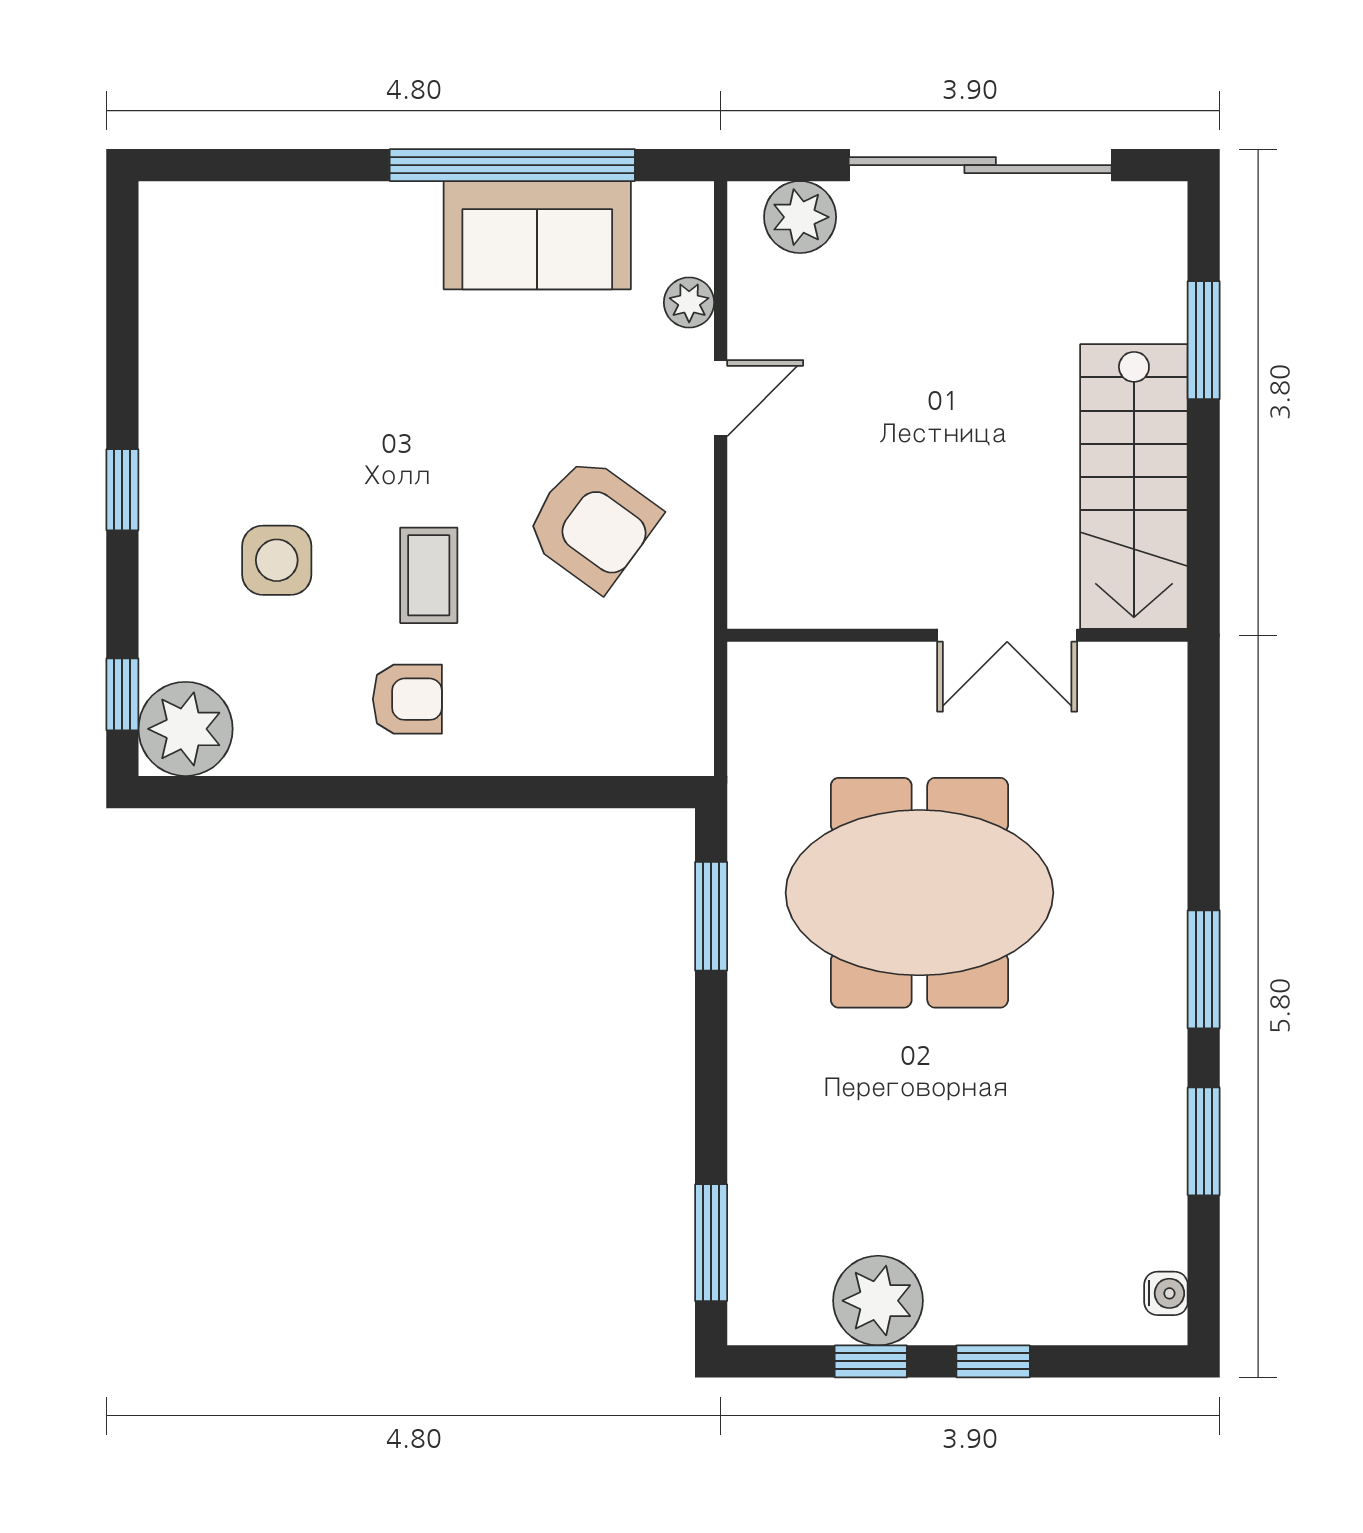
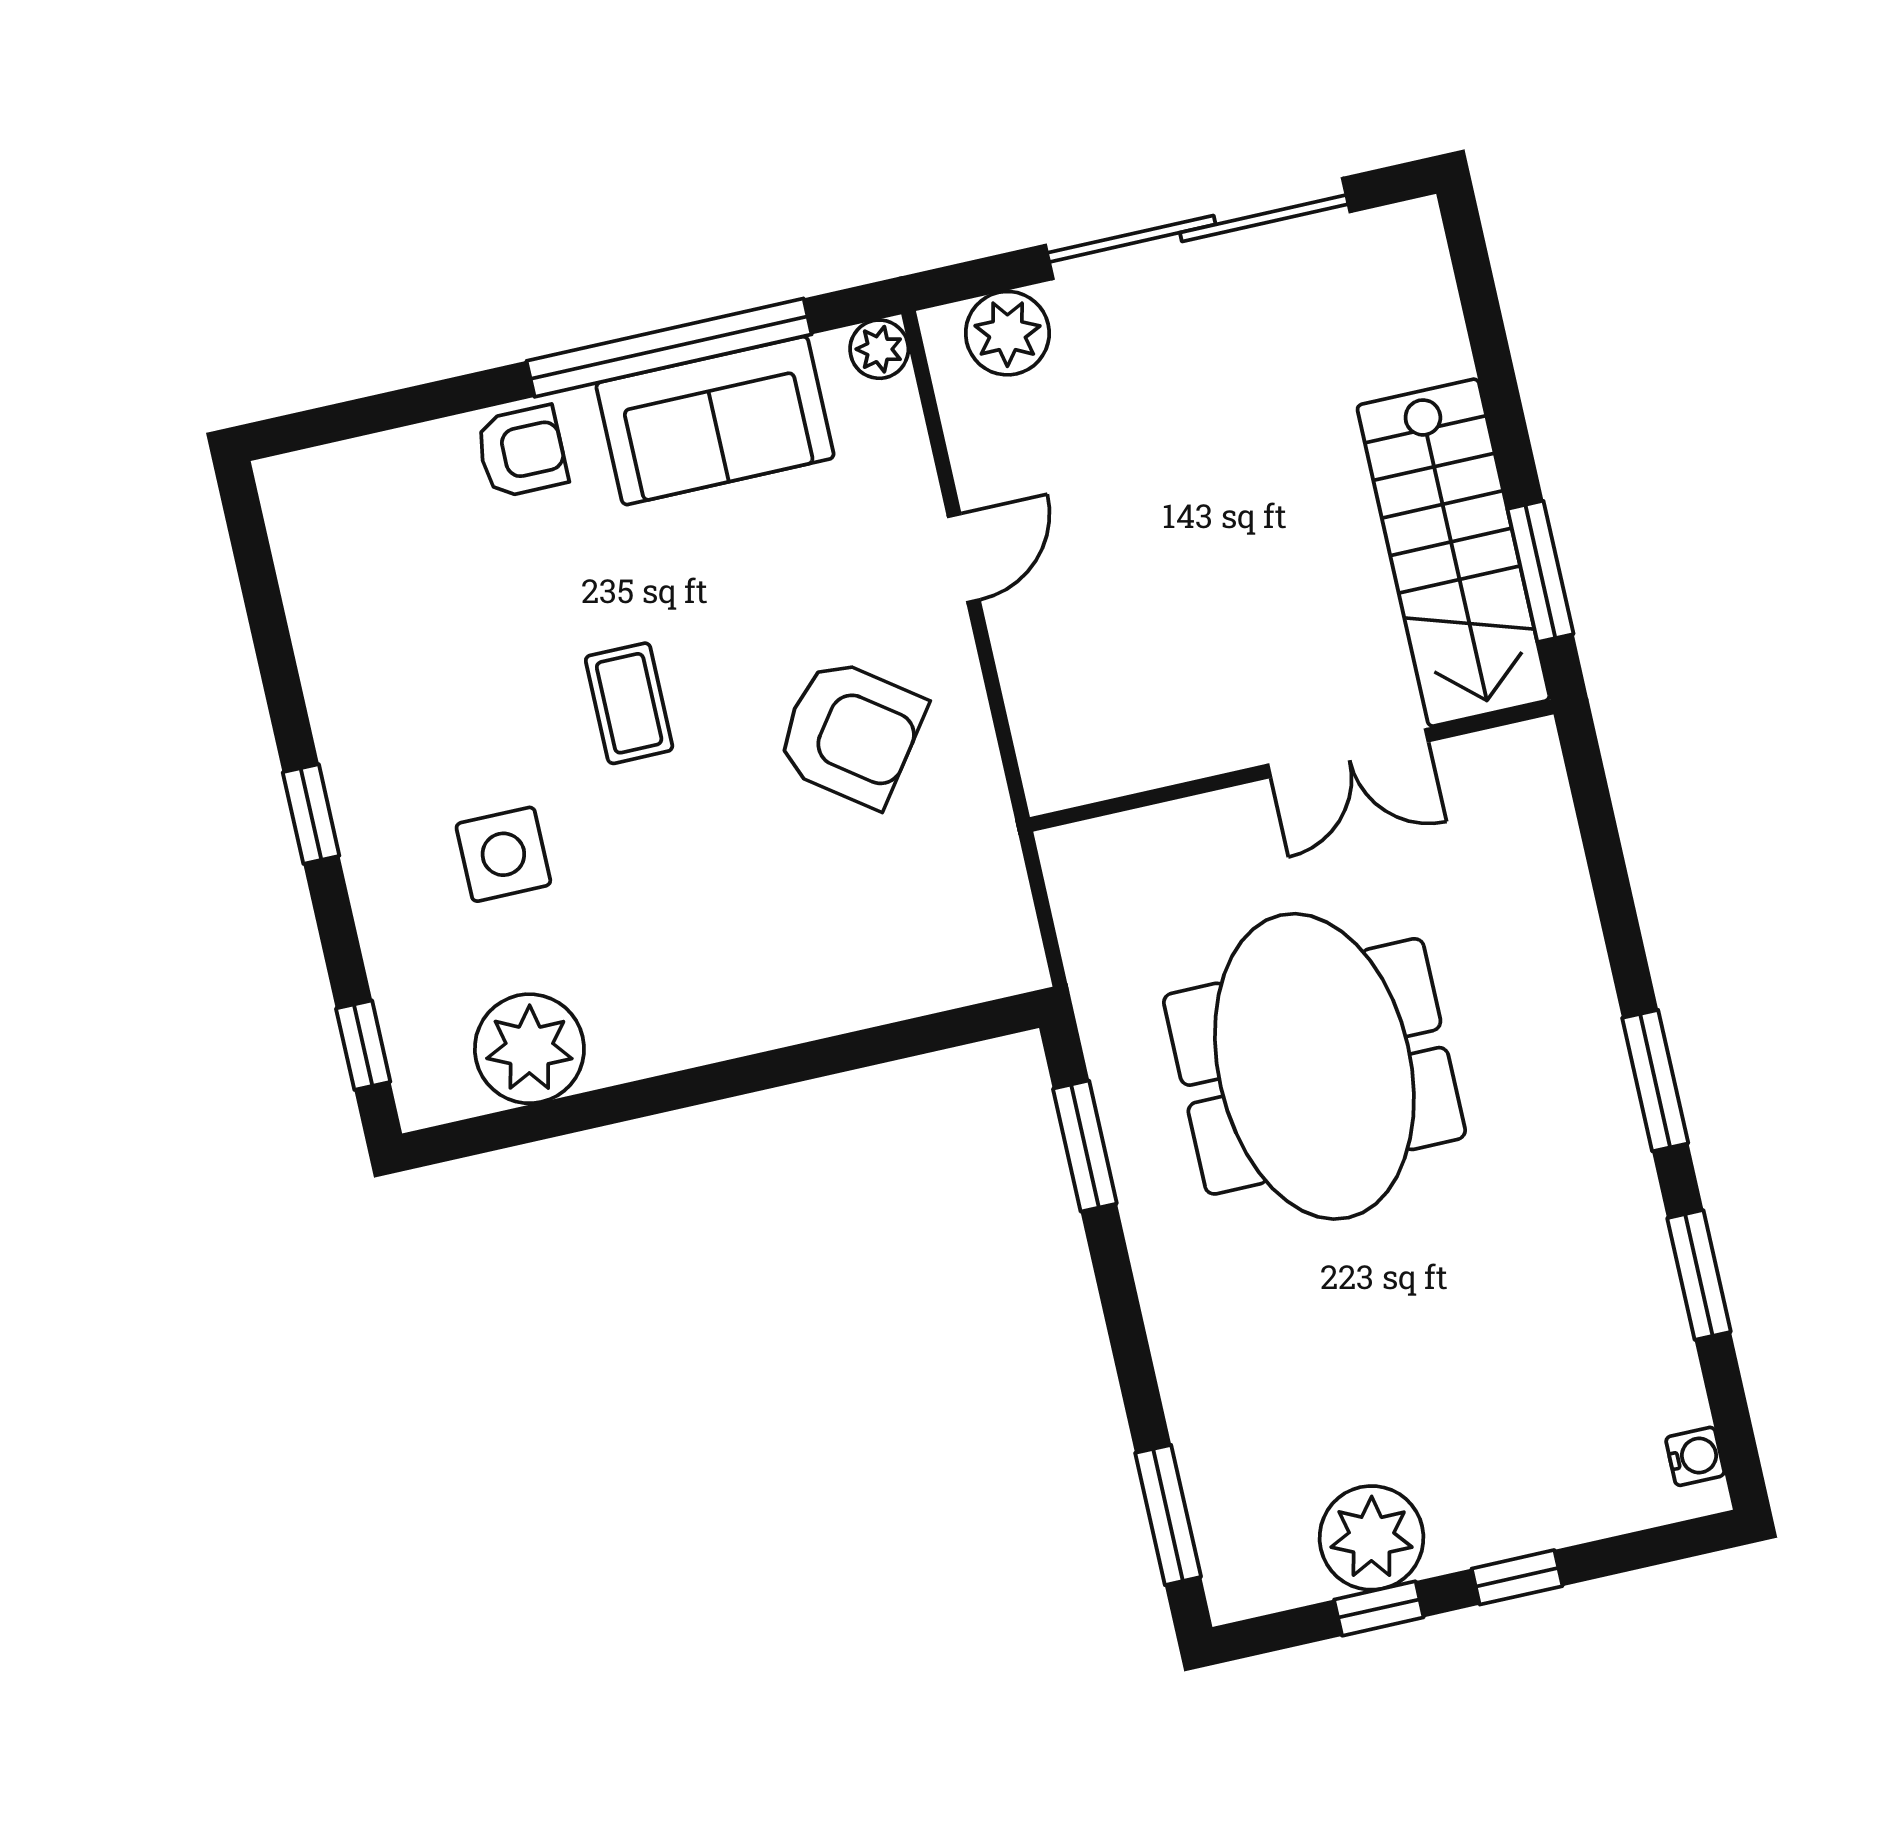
plant: (689, 303) -> (879, 349), moved
window: (1204, 340) -> (1540, 571), moved
coffee table: (429, 575) -> (629, 703), moved
armchair: (407, 699) -> (522, 452), moved
plant: (186, 729) -> (529, 1049), moved
meeting table: (919, 893) -> (1314, 1066), turned 90

